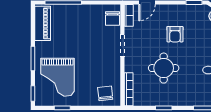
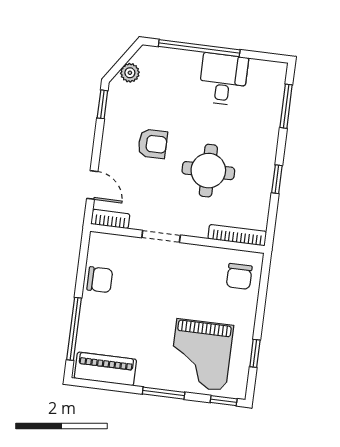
chair: (113, 19) -> (100, 280), moved
grand piano: (58, 77) -> (201, 355), turned 90
chair: (105, 93) -> (239, 276), turned -84

